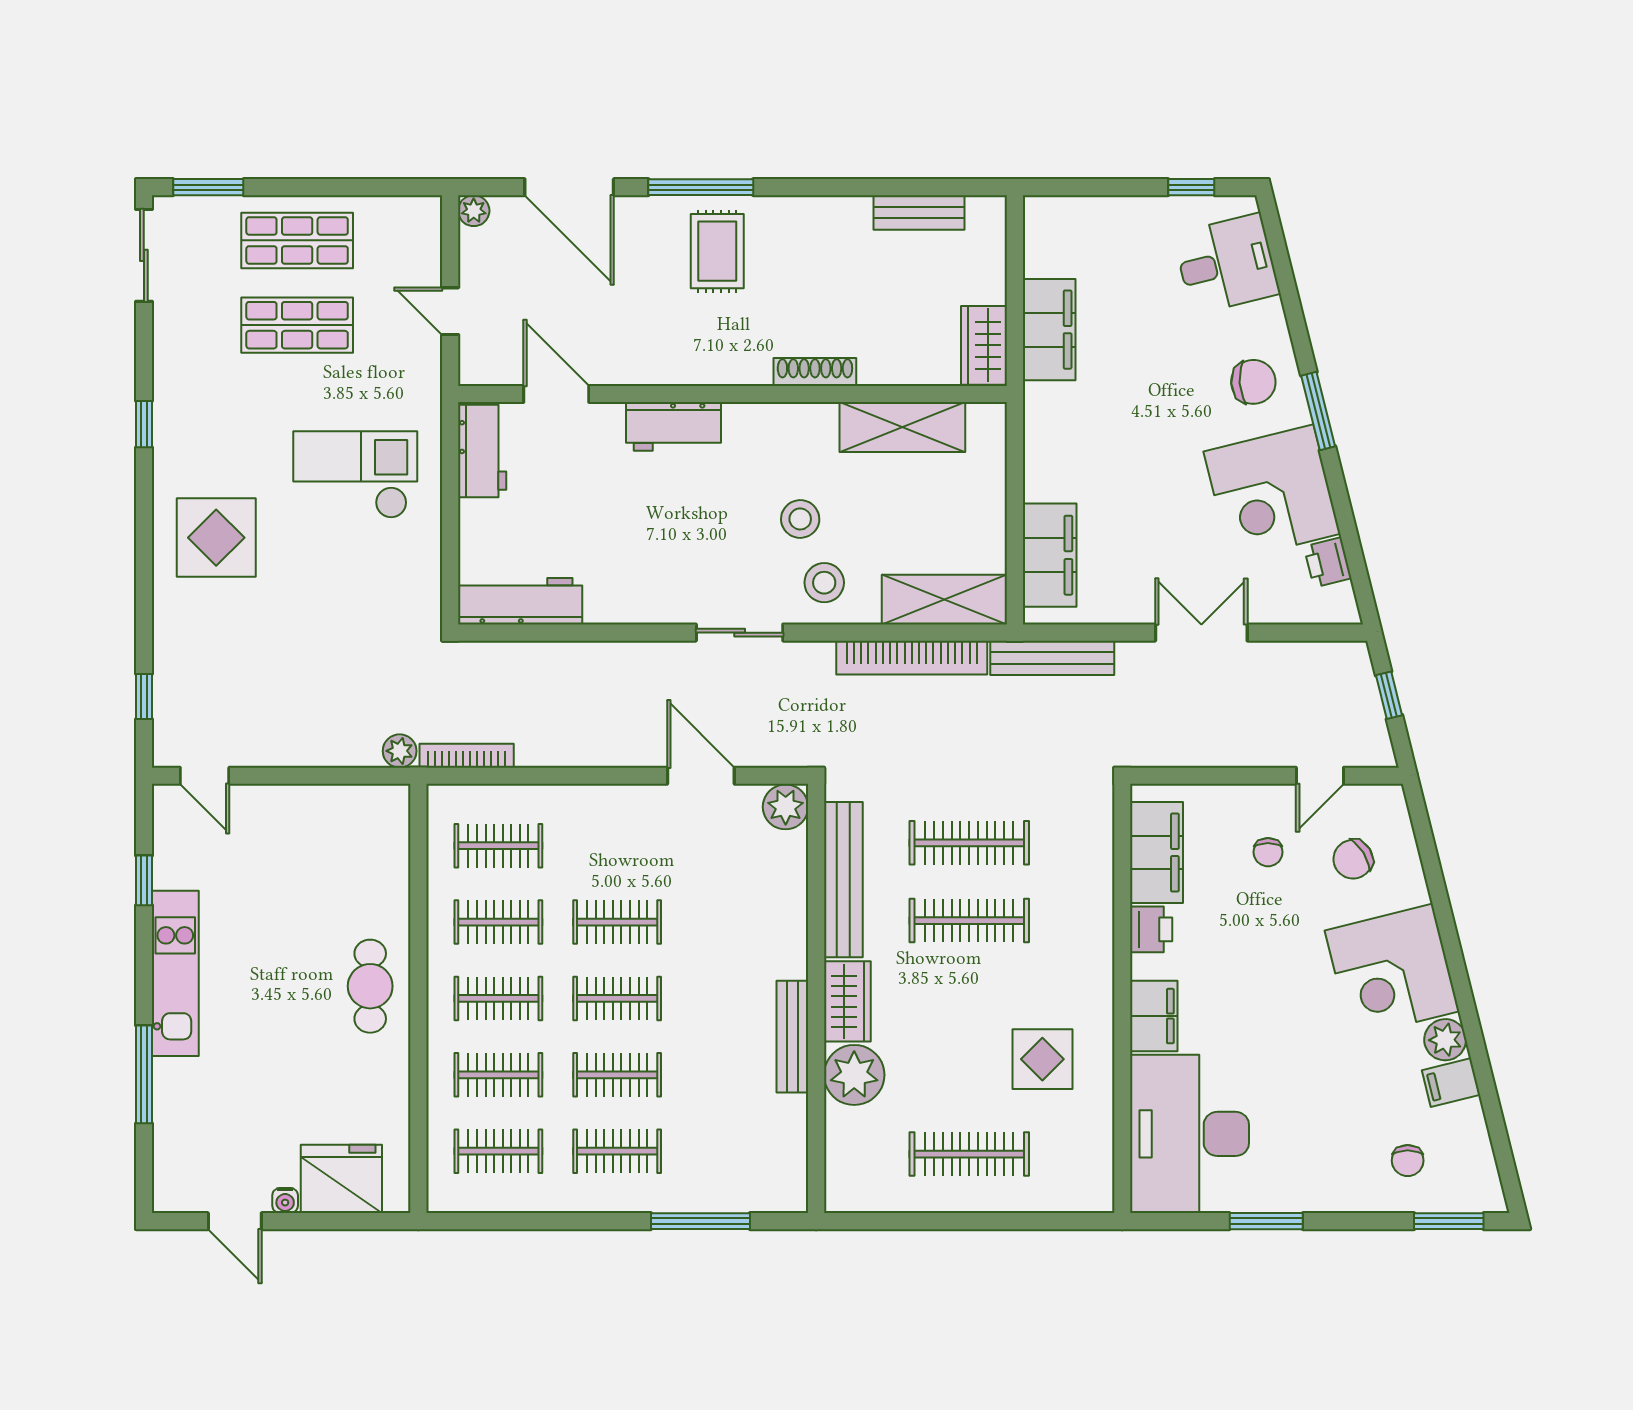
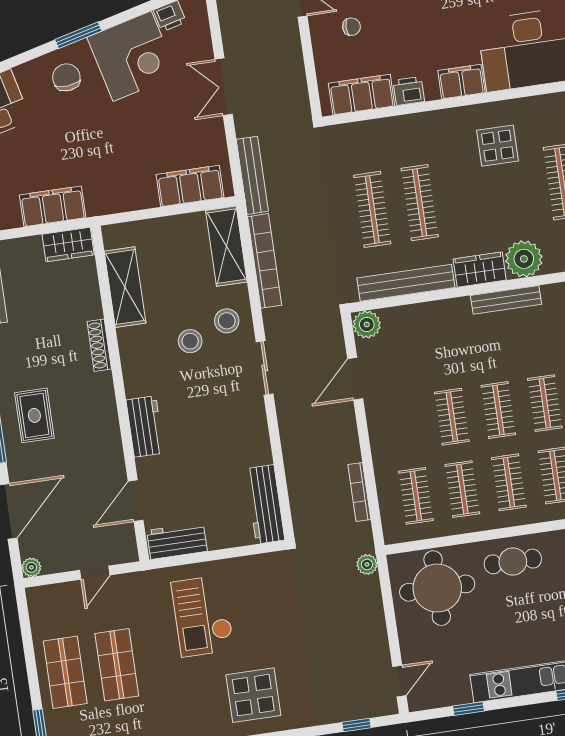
rug: (717, 251) -> (34, 415), turned 90
bookcase: (467, 756) -> (359, 492), moved
round table: (345, 858) -> (437, 588), added

